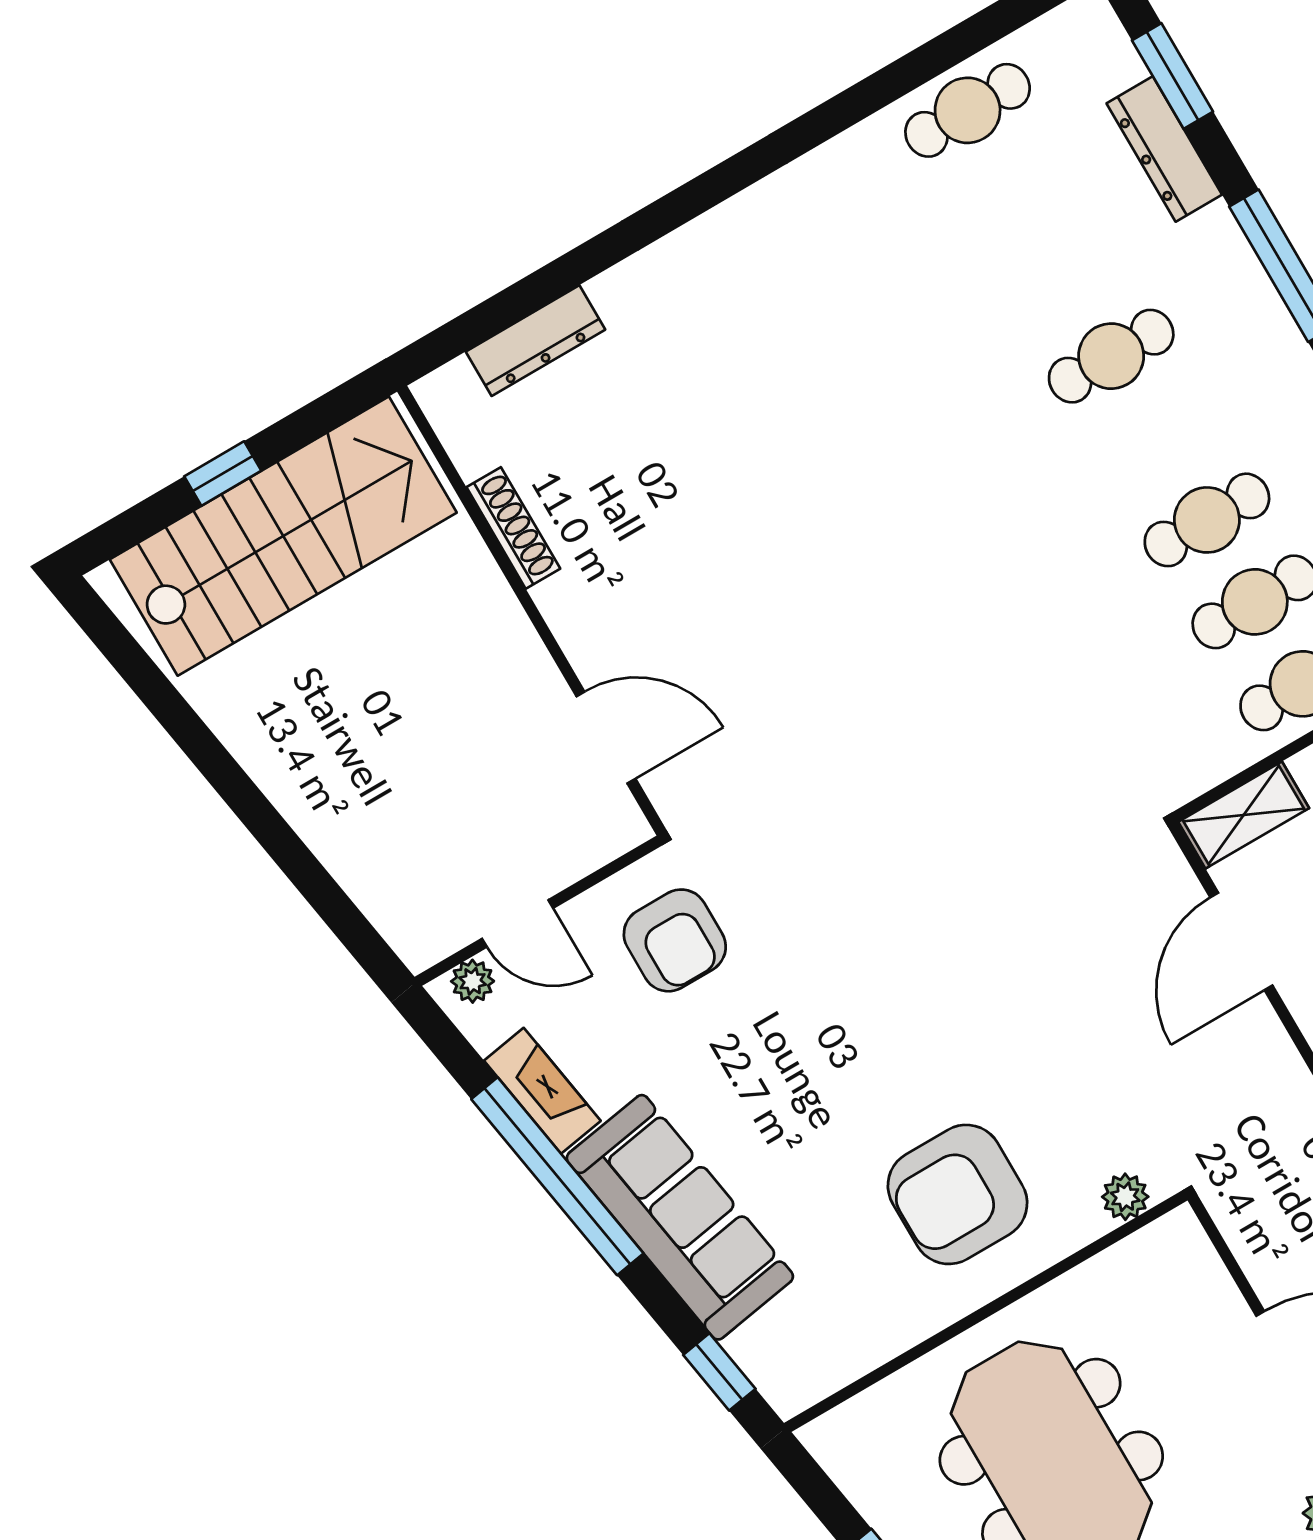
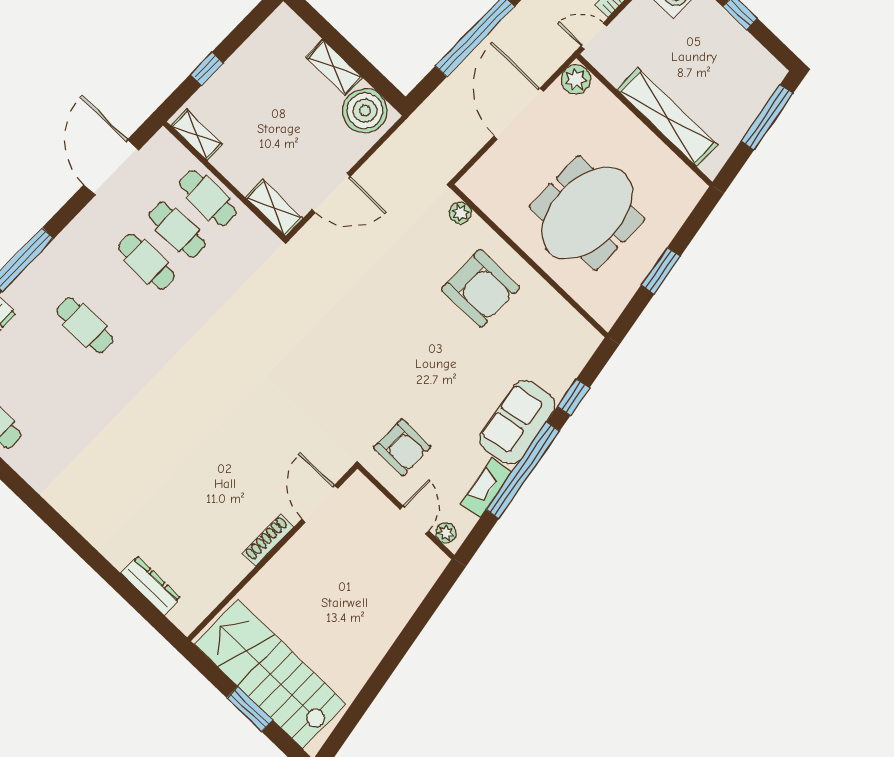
window: (223, 474) -> (250, 709), width x1.50
shoe rack: (513, 528) -> (268, 540), moved
armchair: (675, 940) -> (402, 447), turned 90
sofa: (680, 1217) -> (517, 422), width x0.73
window: (719, 1372) -> (573, 397), moved

